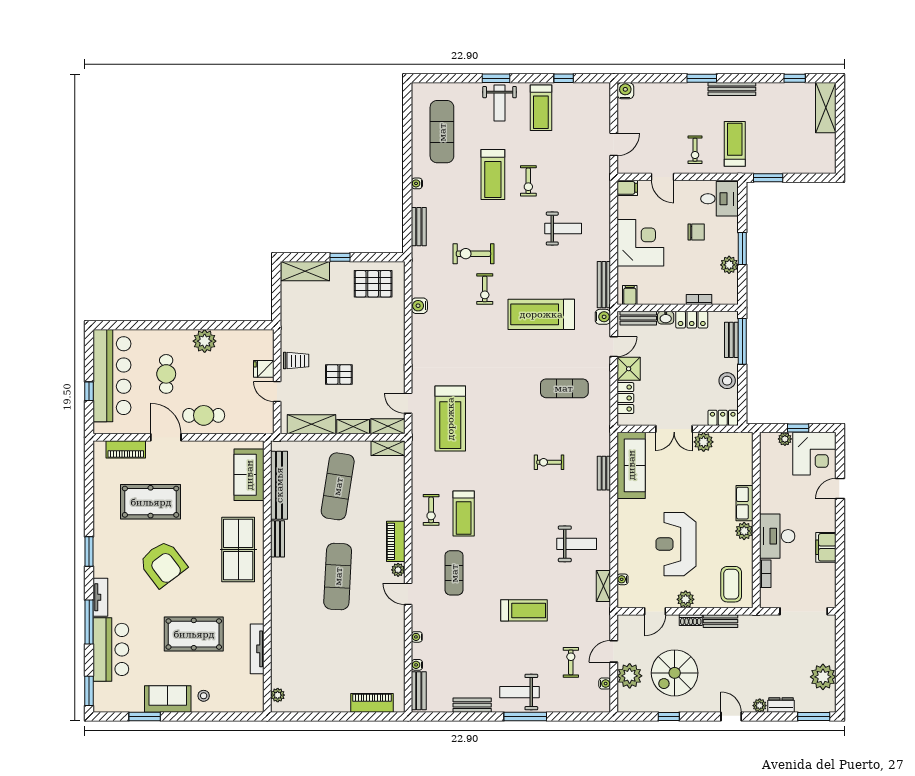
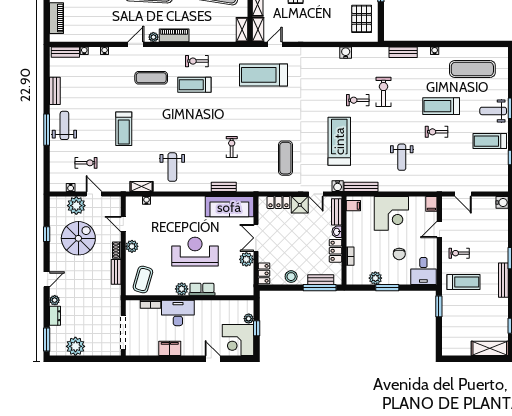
reception desk: (676, 544) -> (195, 252), moved
coffee table: (731, 584) -> (143, 279), turned -74
spiral stairs: (675, 673) -> (78, 238), turned 90

